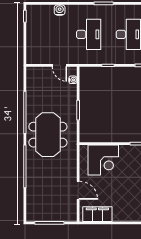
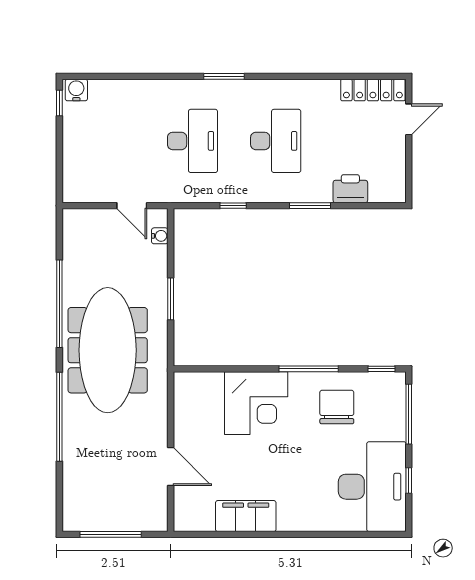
water cooler: (60, 10) -> (76, 90), moved
meeting table: (48, 135) -> (108, 350), width x1.36
corner desk: (103, 160) -> (256, 403), moved
filing cabinet: (97, 214) -> (246, 516), moved

